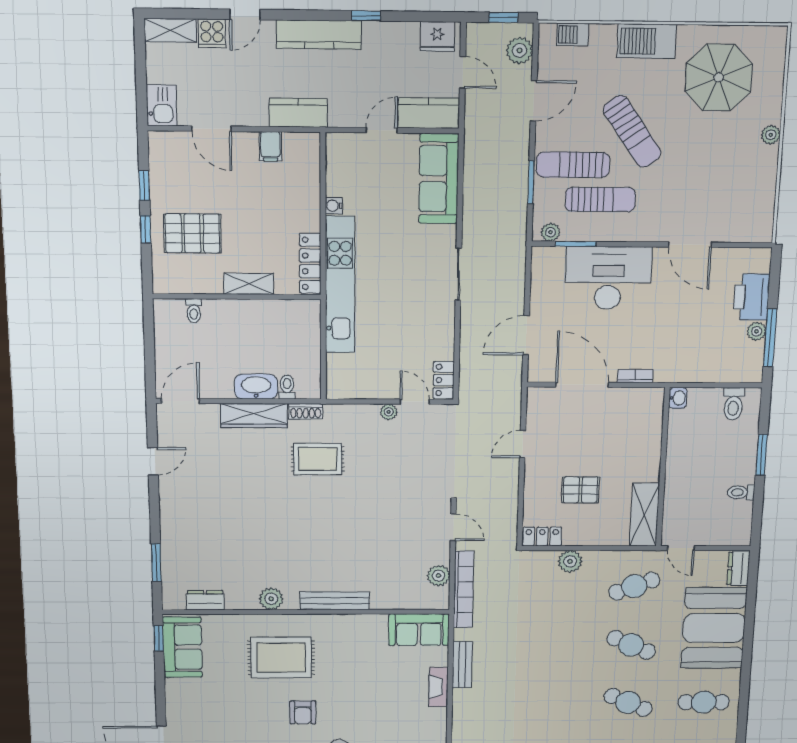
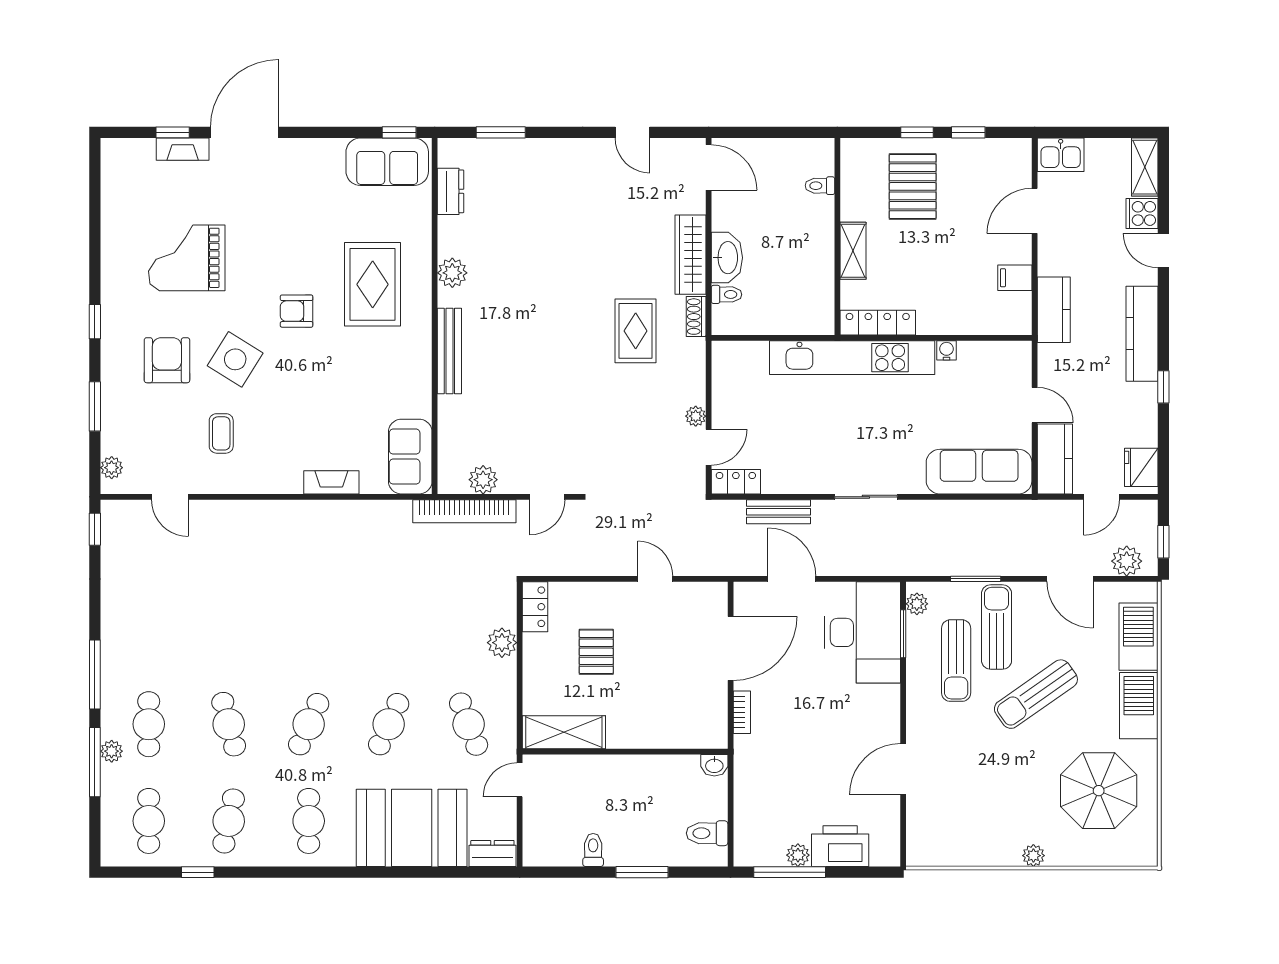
barbecue: (573, 35) -> (1138, 637), width x1.88, depth x1.53
desk: (608, 278) -> (862, 632), moved
bench: (462, 665) -> (779, 512), moved

